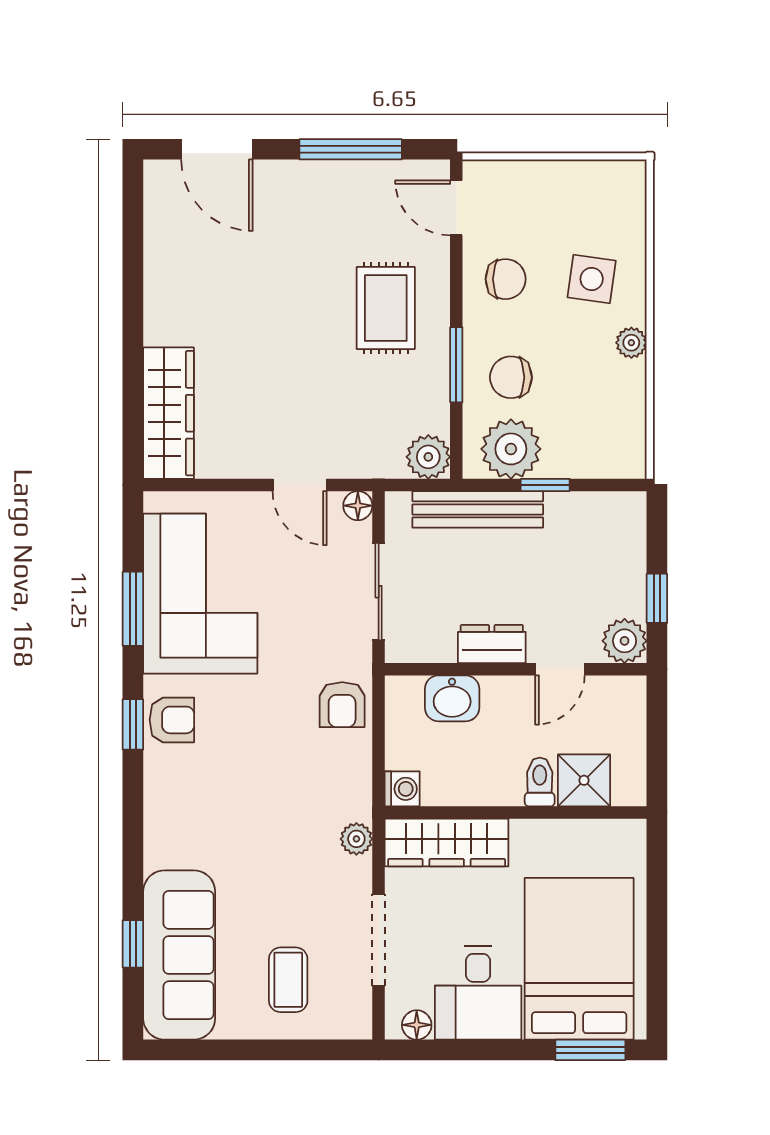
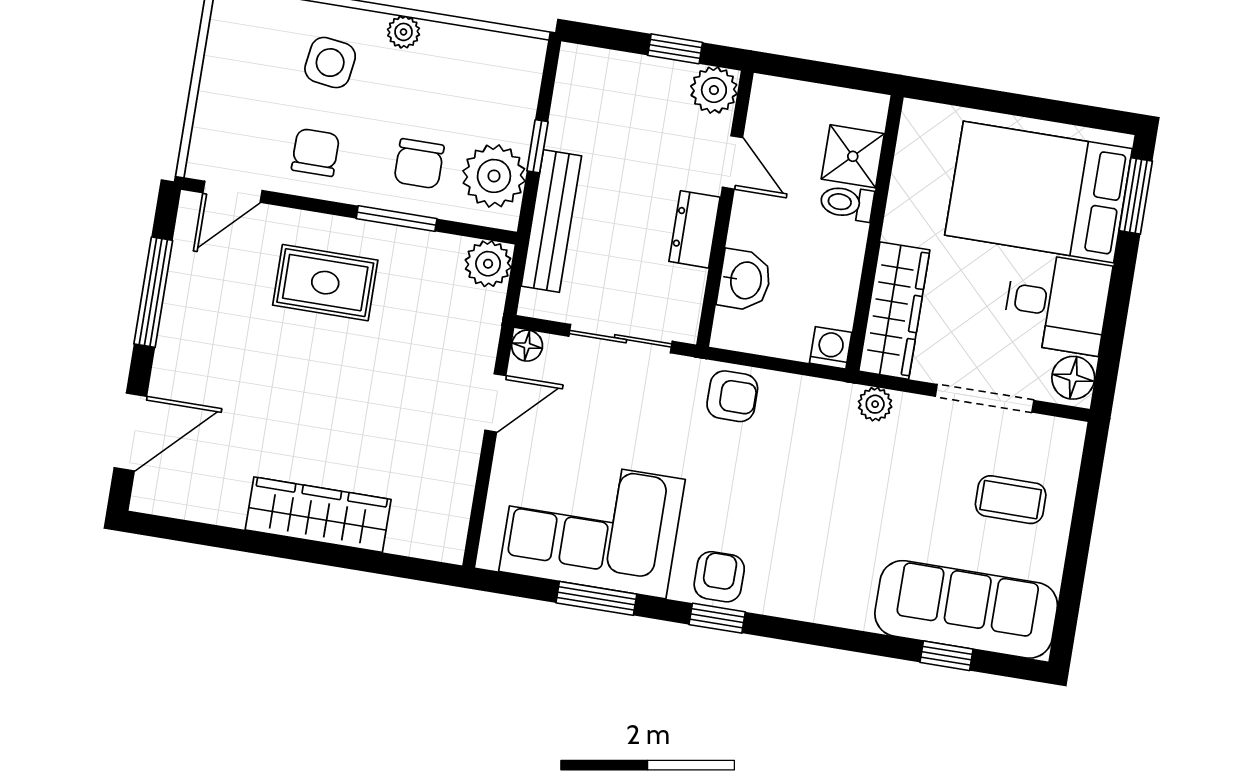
wardrobe: (169, 413) -> (318, 515), moved
floor lamp: (417, 1025) -> (1073, 378), width x1.37, depth x1.37

